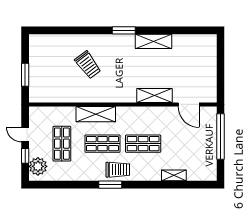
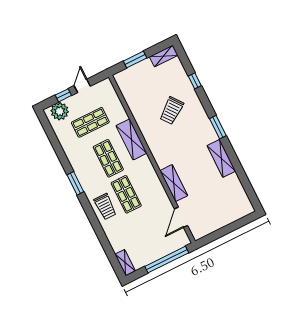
window: (71, 30) -> (195, 81), added
shelving: (35, 47) -> (164, 56), added
trolley: (118, 170) -> (105, 207), moved
shelving: (174, 175) -> (125, 263), moved

